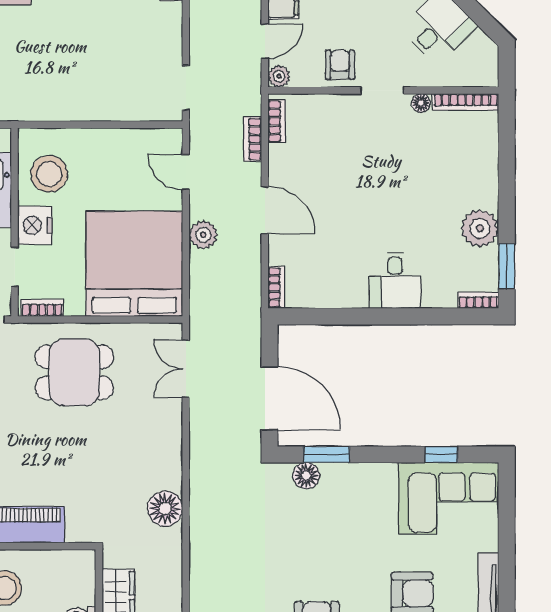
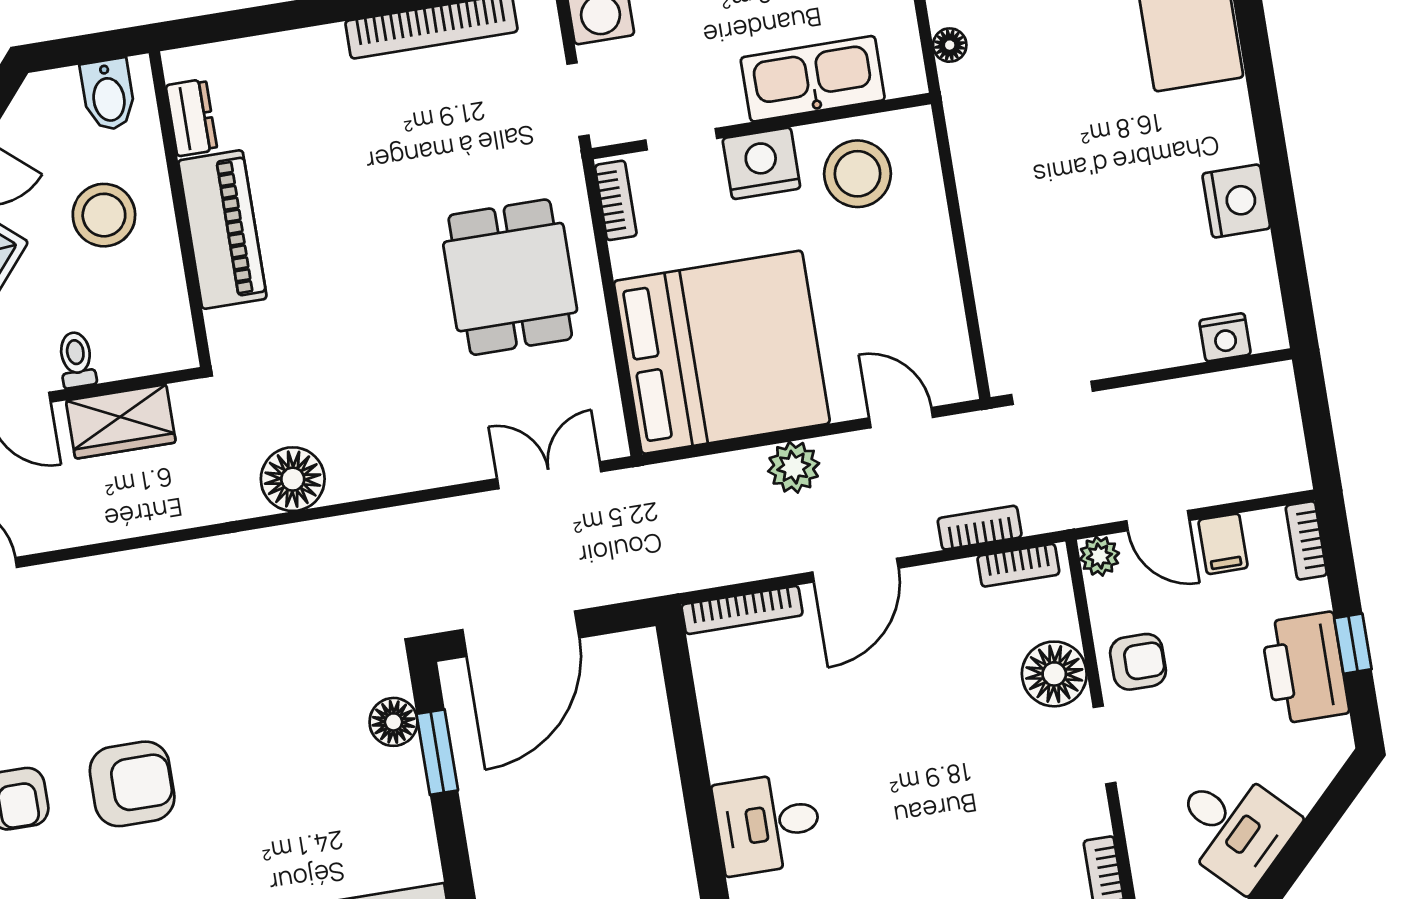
floor lamp: (421, 103) -> (1054, 674), moved, width x1.89, depth x1.89
door: (186, 172) -> (901, 418), hinge flipped
bookcase: (276, 288) -> (742, 610), width x1.56

